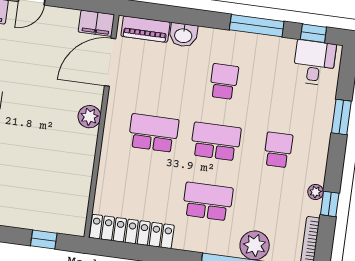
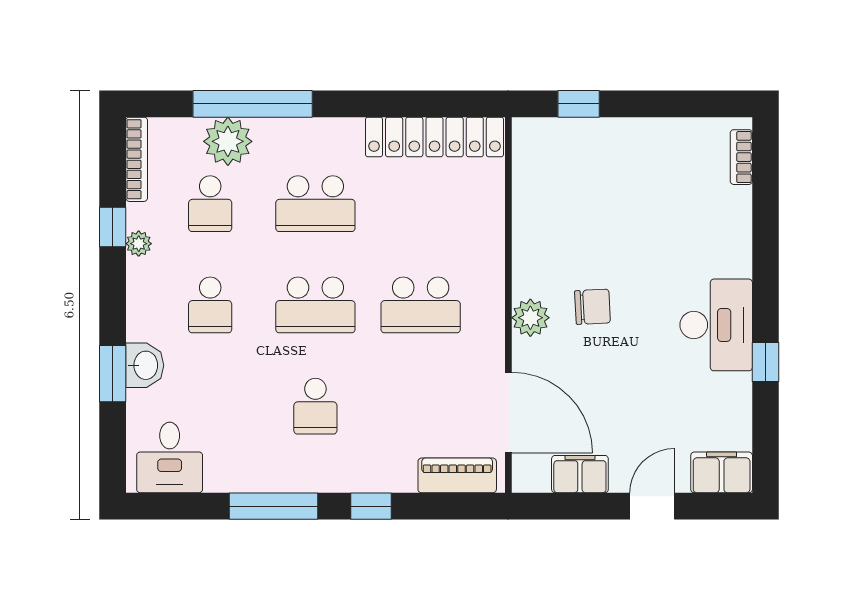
filing cabinet: (96, 23) -> (580, 474), moved
window: (313, 33) -> (371, 506), moved
washbasin: (183, 35) -> (145, 365), moved, turned 90
door: (110, 62) -> (508, 413), hinge flipped
chair: (52, 118) -> (592, 307), added
school desk: (270, 210) -> (210, 204), added

